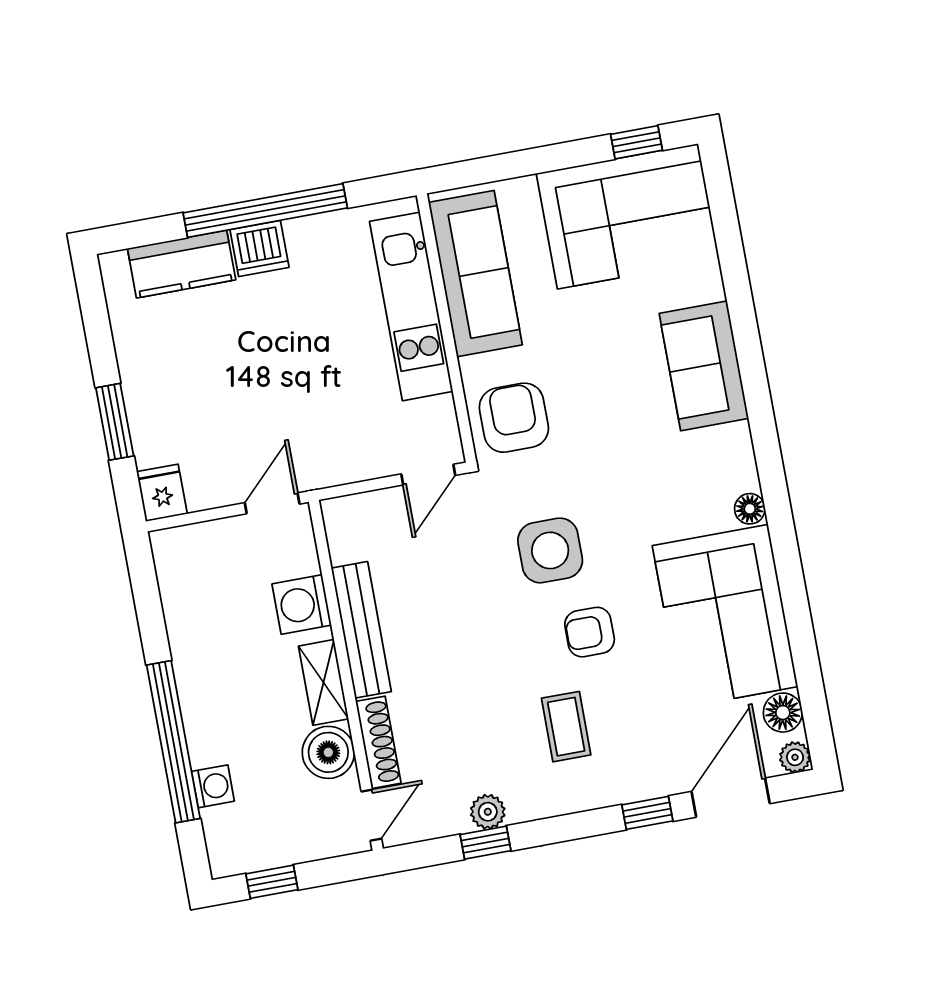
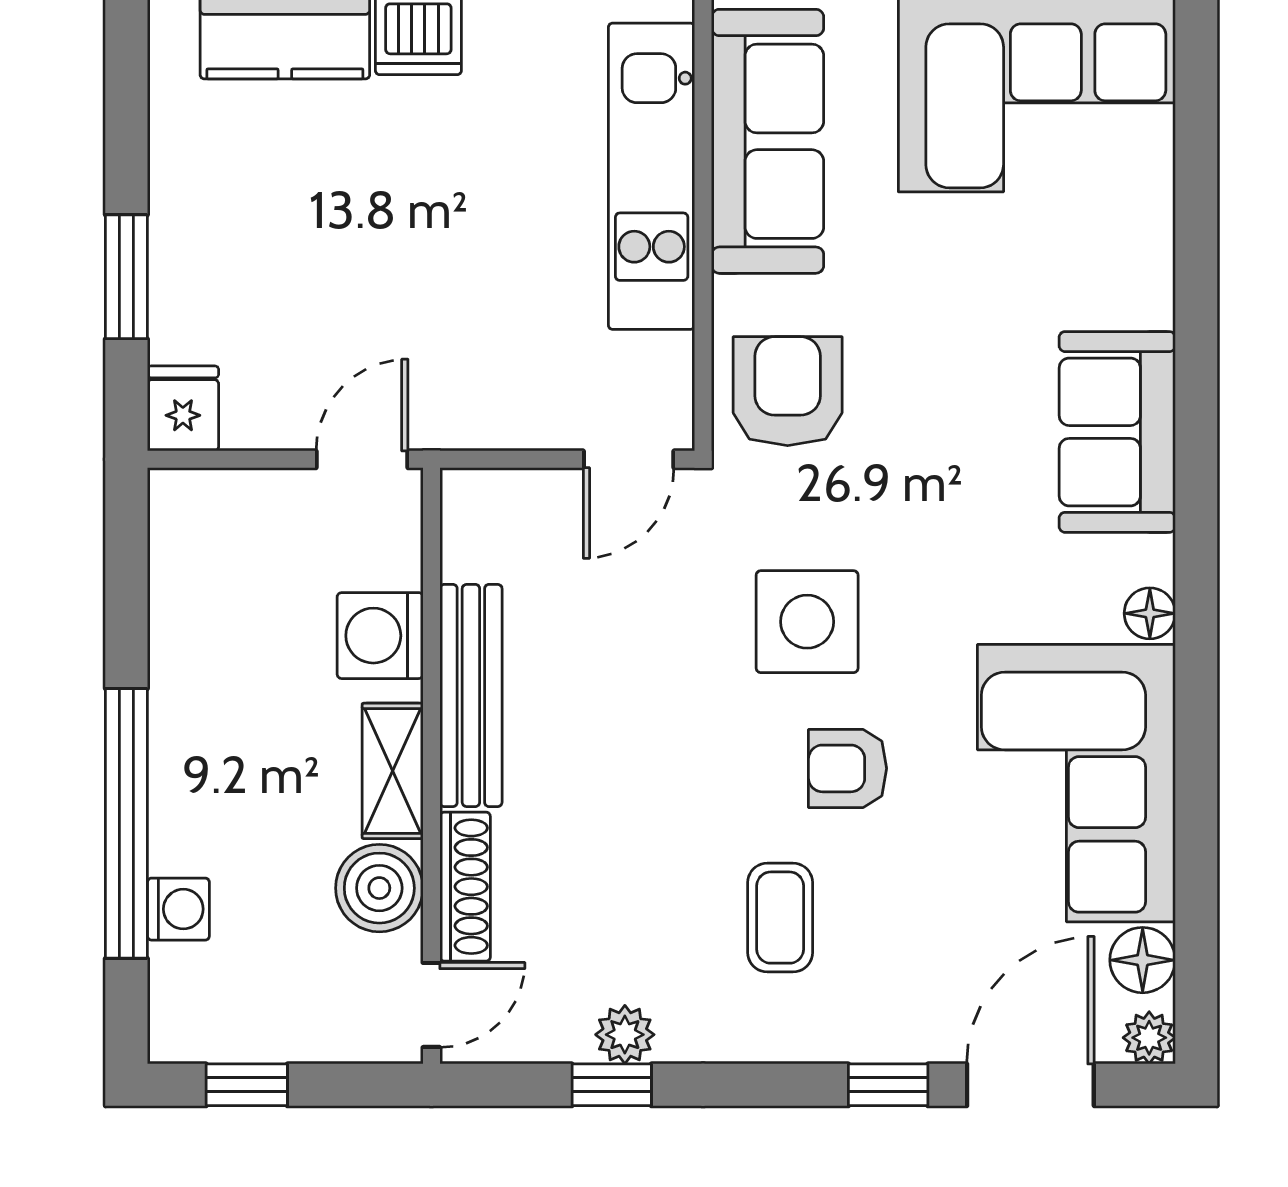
sofa: (704, 366) -> (1117, 432), moved

